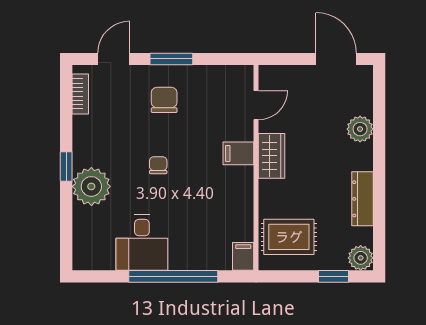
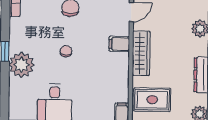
wardrobe: (272, 156) -> (141, 53), width x1.50

